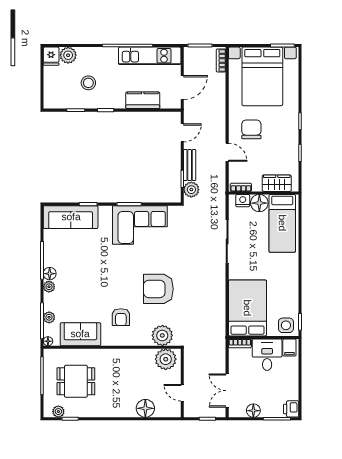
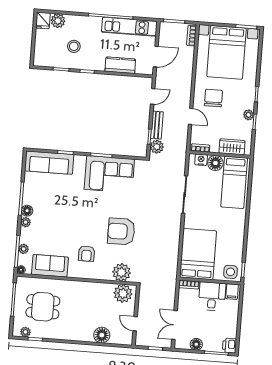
plant: (293, 145) -> (248, 115), added

